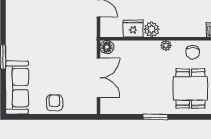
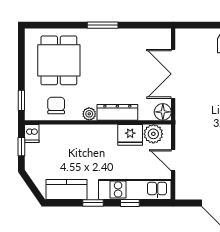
plant: (152, 29) -> (153, 134), moved
dresser: (143, 47) -> (117, 112), added

